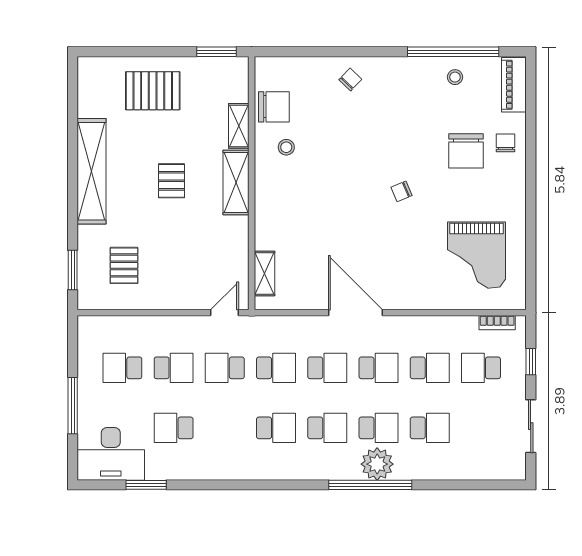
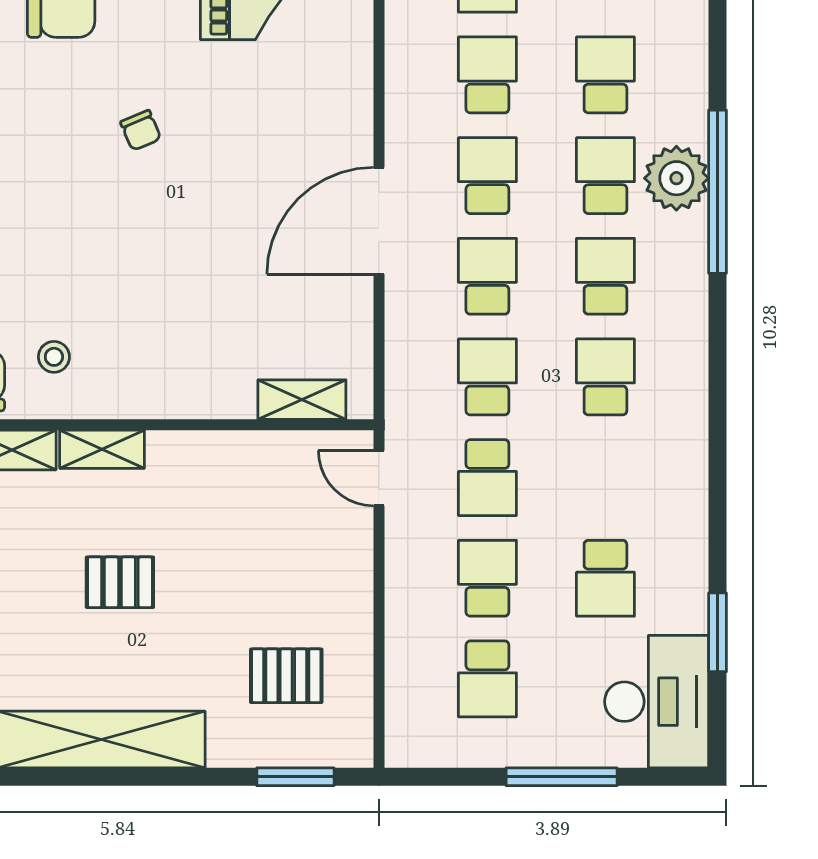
shelving: (236, 182) -> (102, 449), width x0.67, depth x0.75

